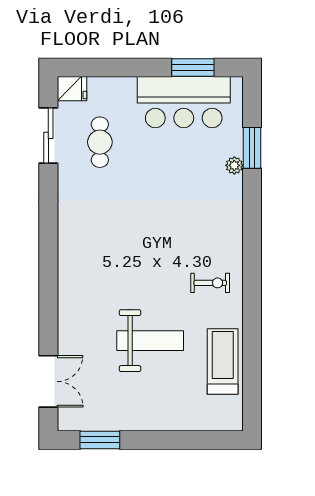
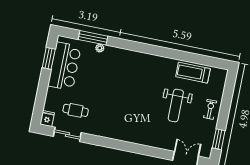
window: (252, 148) -> (93, 38), width x1.44
exercise bike: (210, 283) -> (210, 109), moved
weight bench: (150, 341) -> (176, 105), turned 180

